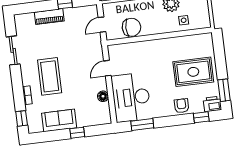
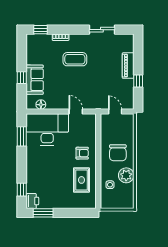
chair: (131, 27) -> (118, 153), moved
rug: (193, 72) -> (81, 180), moved, width x0.73, depth x0.70
coffee table: (50, 76) -> (75, 59), width x0.73, depth x0.76
floor lamp: (103, 96) -> (41, 105), moved
armchair: (182, 106) -> (82, 153), moved
sofa: (59, 120) -> (35, 80), moved

